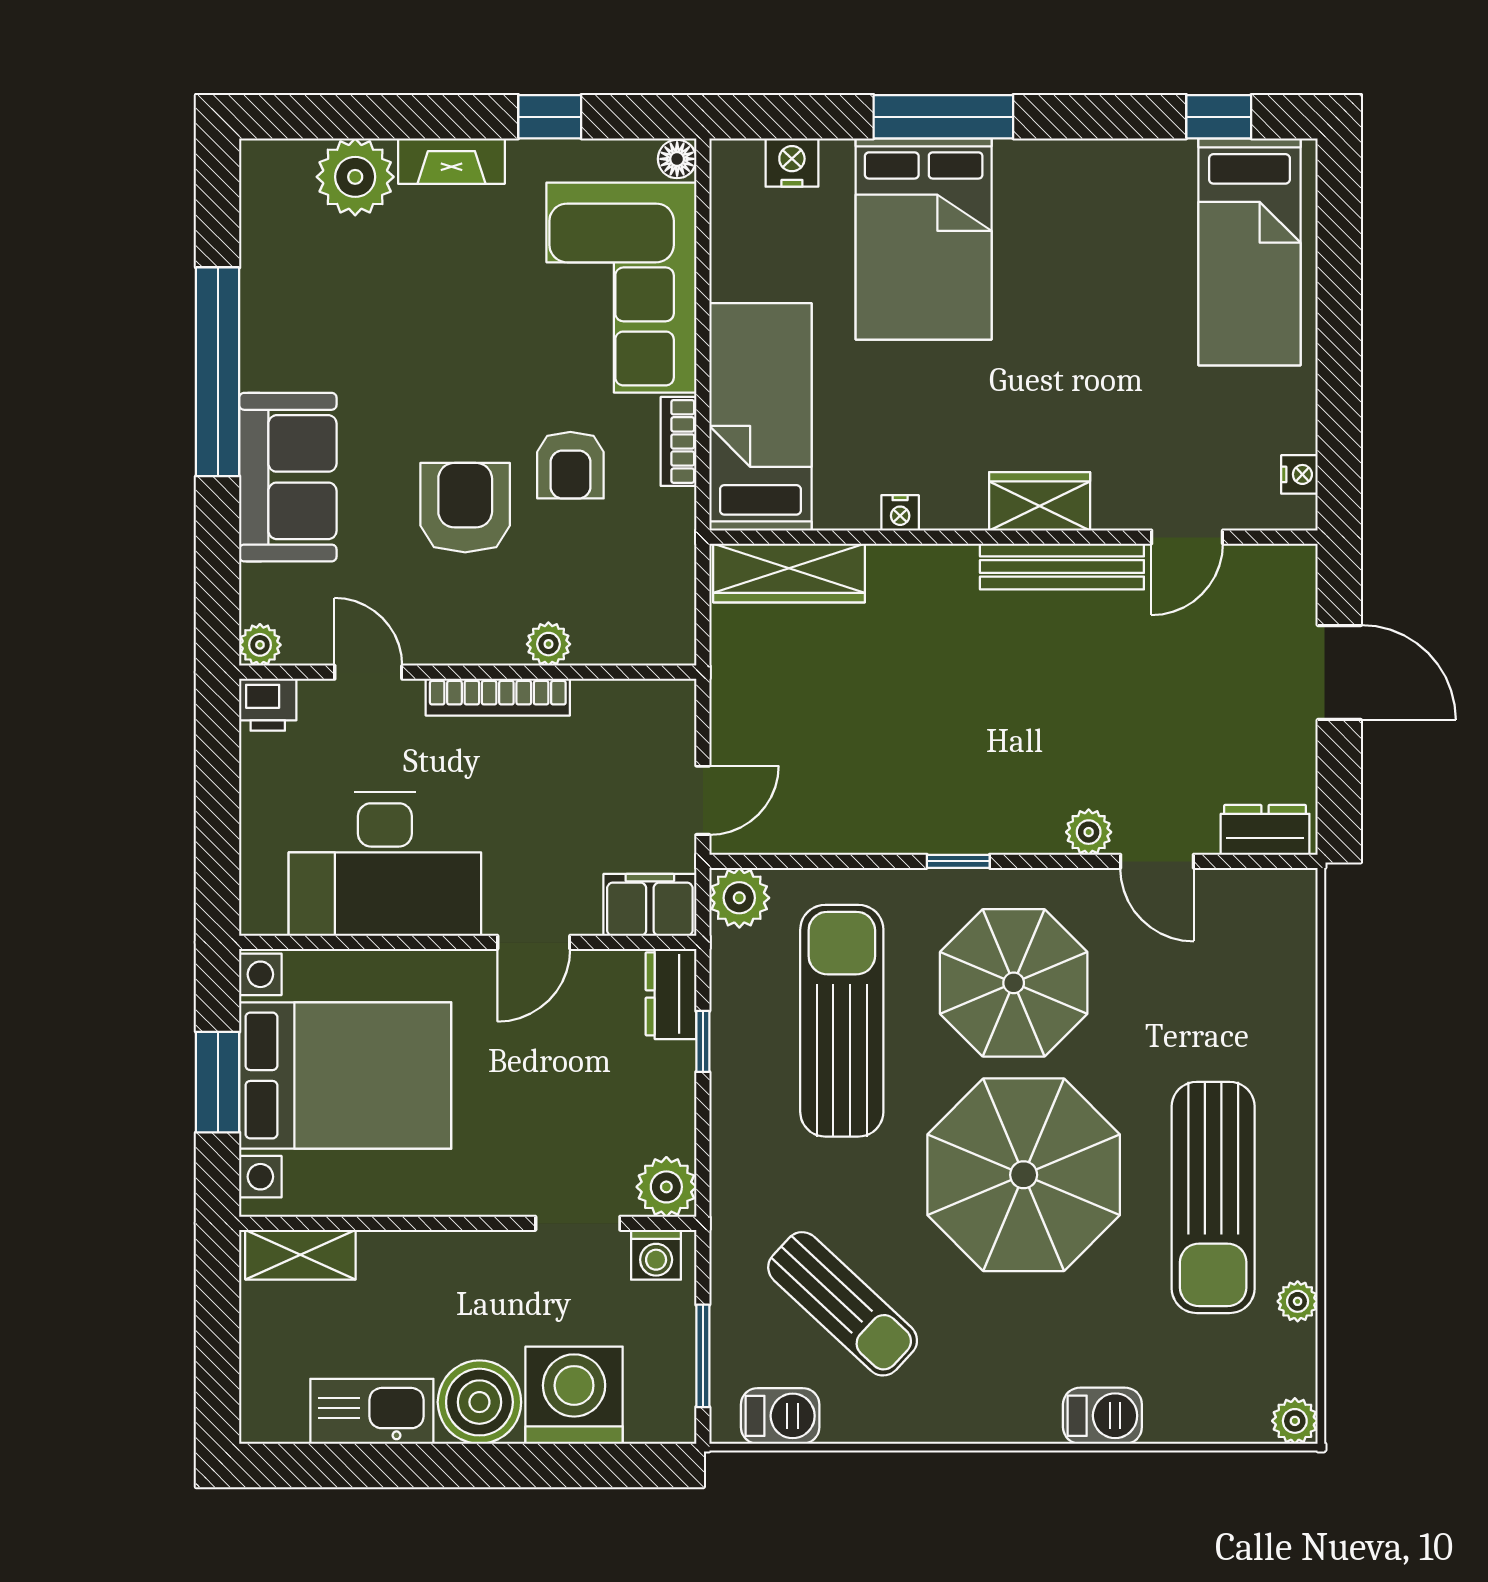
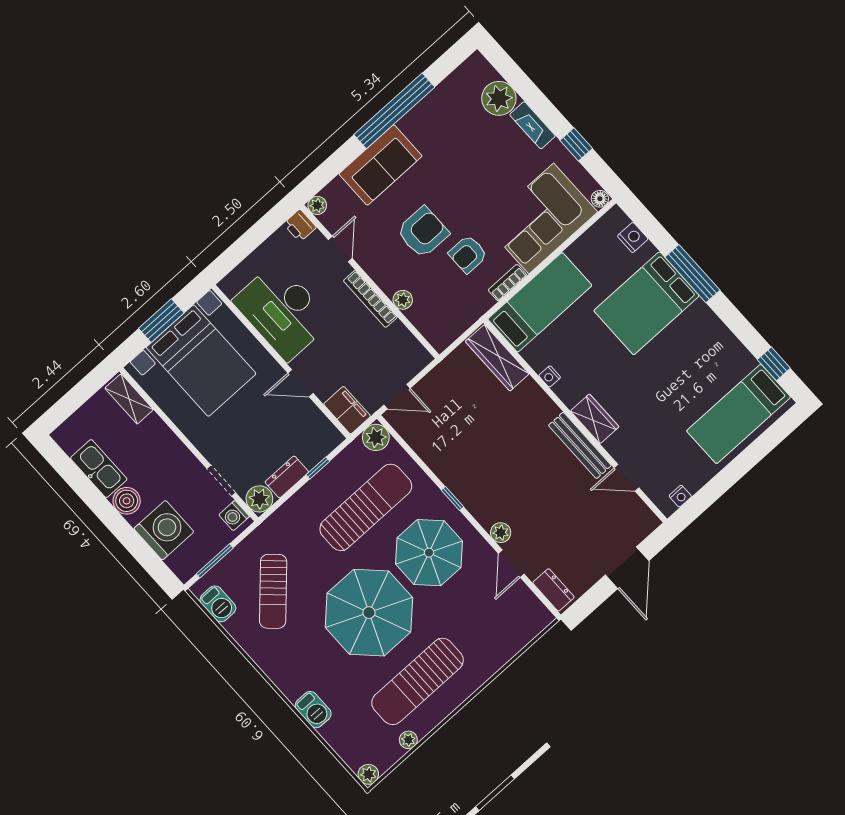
dresser: (671, 994) -> (287, 477), moved
boiler: (479, 1402) -> (127, 501), width x0.73, depth x0.73

